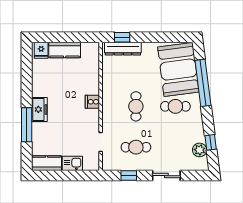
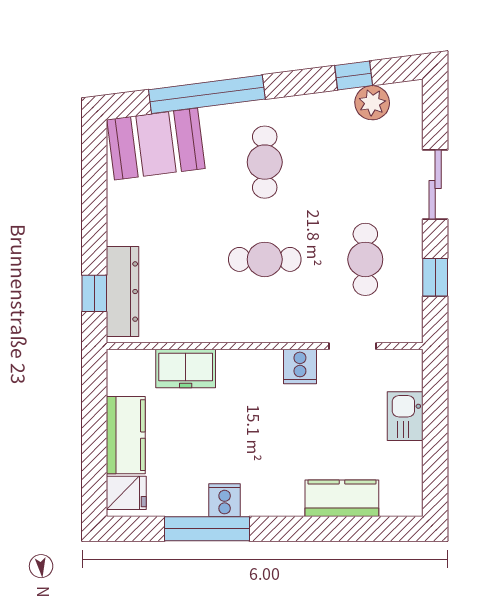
booth: (178, 70) -> (156, 144), width x0.73, depth x0.70
cooker: (38, 90) -> (225, 500), added
cooker: (92, 102) -> (300, 367), moved
freezer: (39, 109) -> (186, 369), moved, turned 180
window: (27, 125) -> (207, 529), moved
kitchen counter: (47, 163) -> (342, 498), moved, turned 90

